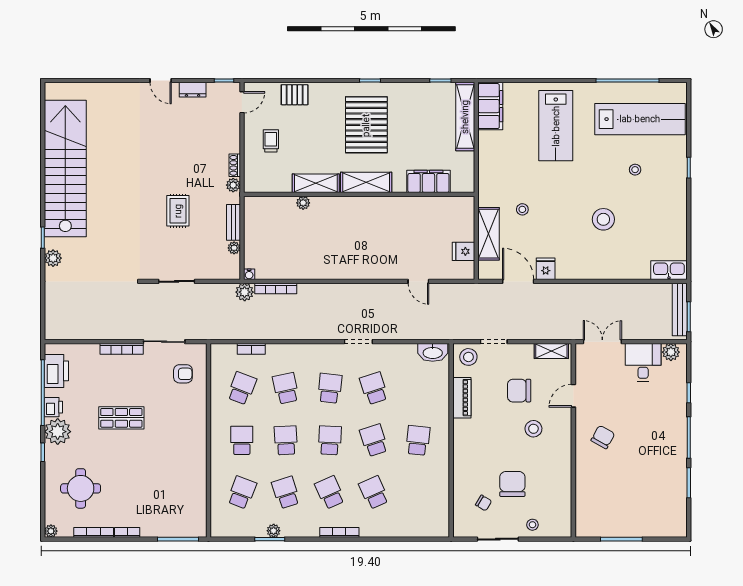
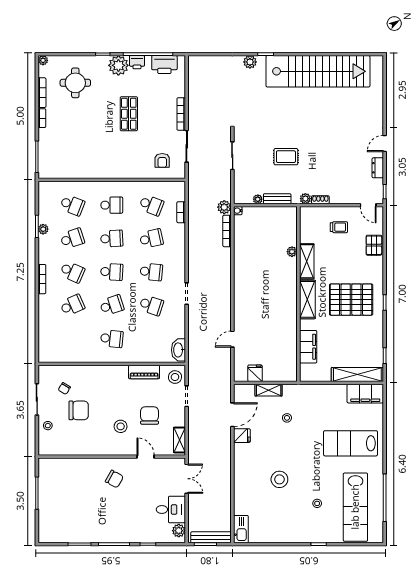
shelving: (488, 234) -> (269, 390), width x0.67, depth x0.75
school desk: (374, 388) -> (151, 305), turned 36
school desk: (330, 492) -> (72, 272), turned 48

